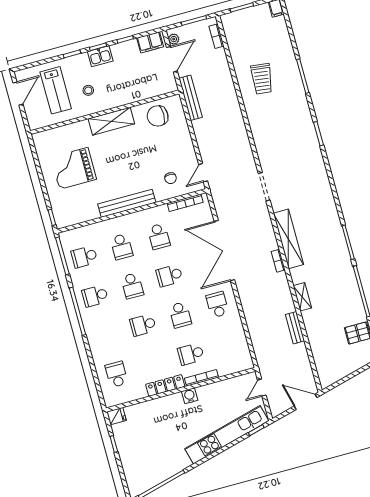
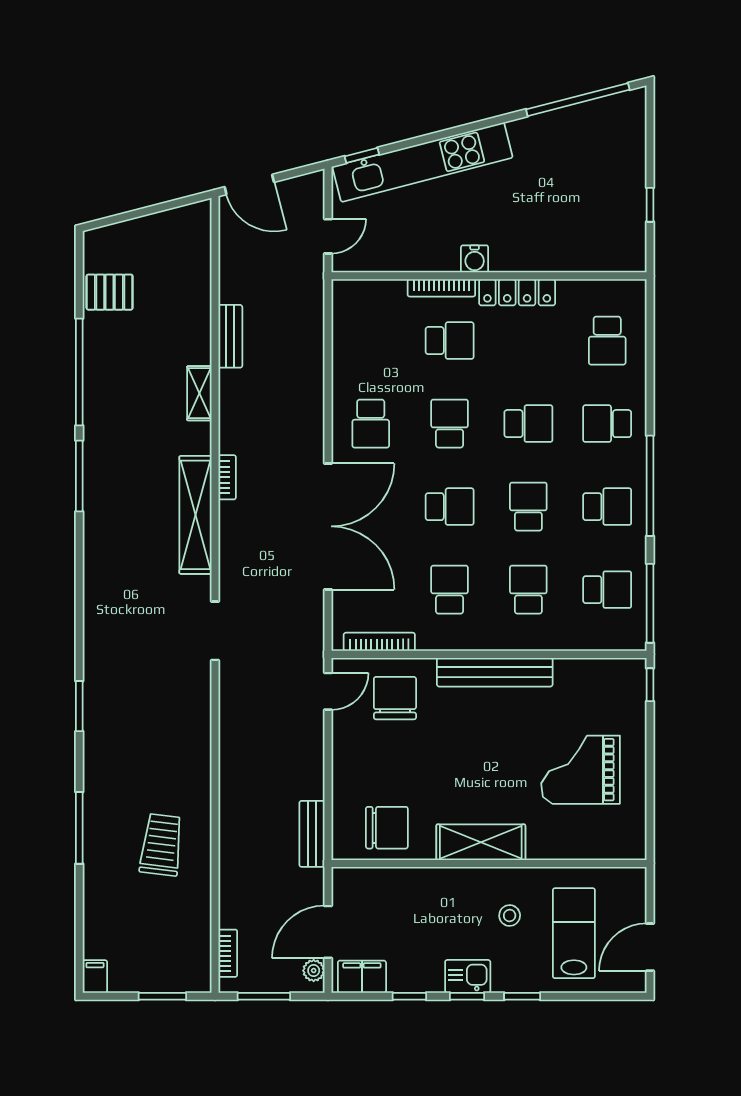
bench: (191, 98) -> (312, 834), width x0.73
grand piano: (74, 168) -> (581, 770), turned 180
chair: (170, 178) -> (395, 698), width x1.87, depth x1.87
school desk: (106, 335) -> (607, 424), added
fridge: (116, 416) -> (630, 258), removed

